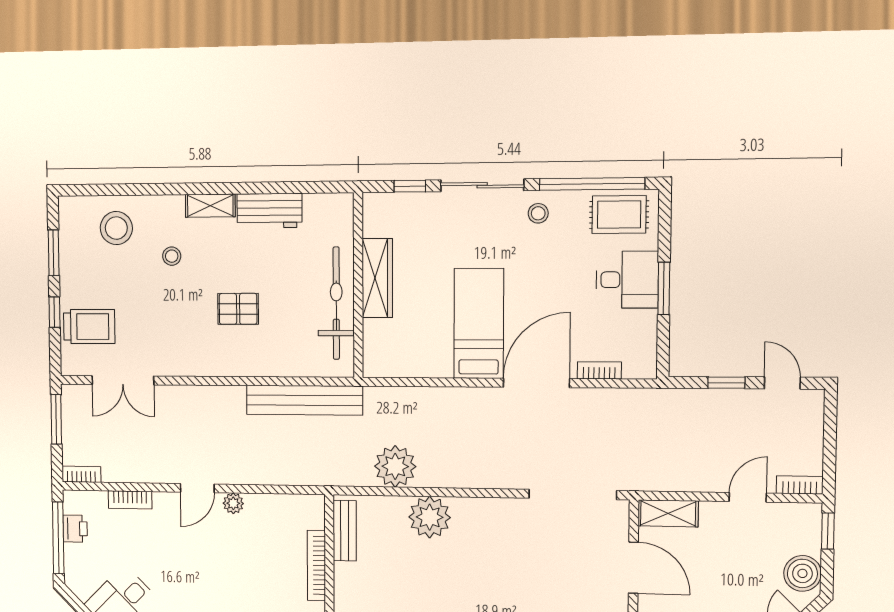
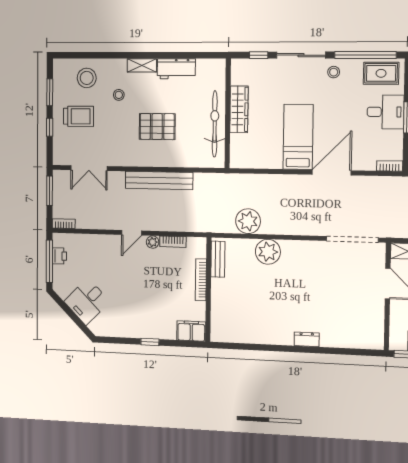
pallet: (238, 309) -> (157, 127), width x1.50, depth x1.42
trolley: (89, 327) -> (79, 116), moved
bookcase: (599, 370) -> (390, 166), moved
bench: (304, 400) -> (159, 180), moved
bookcase: (130, 500) -> (173, 242), moved

